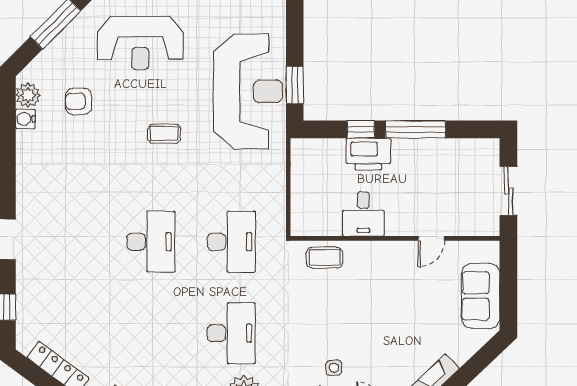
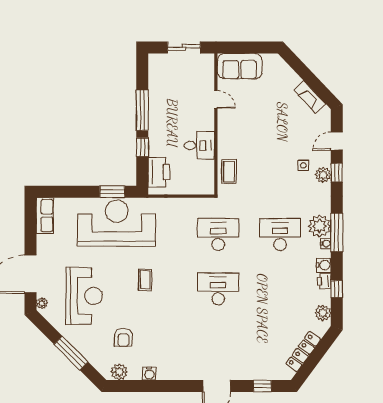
water cooler: (25, 119) -> (149, 374), moved
printer: (368, 154) -> (159, 172), moved
sofa: (481, 296) -> (240, 66), moved

